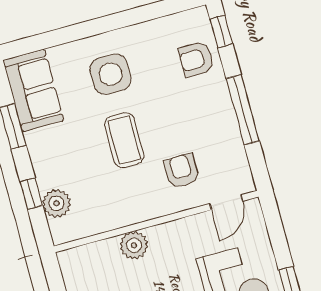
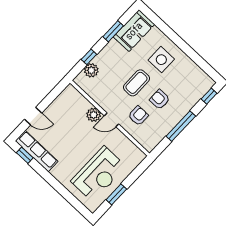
armchair: (196, 59) -> (160, 99), moved
door: (226, 202) -> (112, 120), moved

